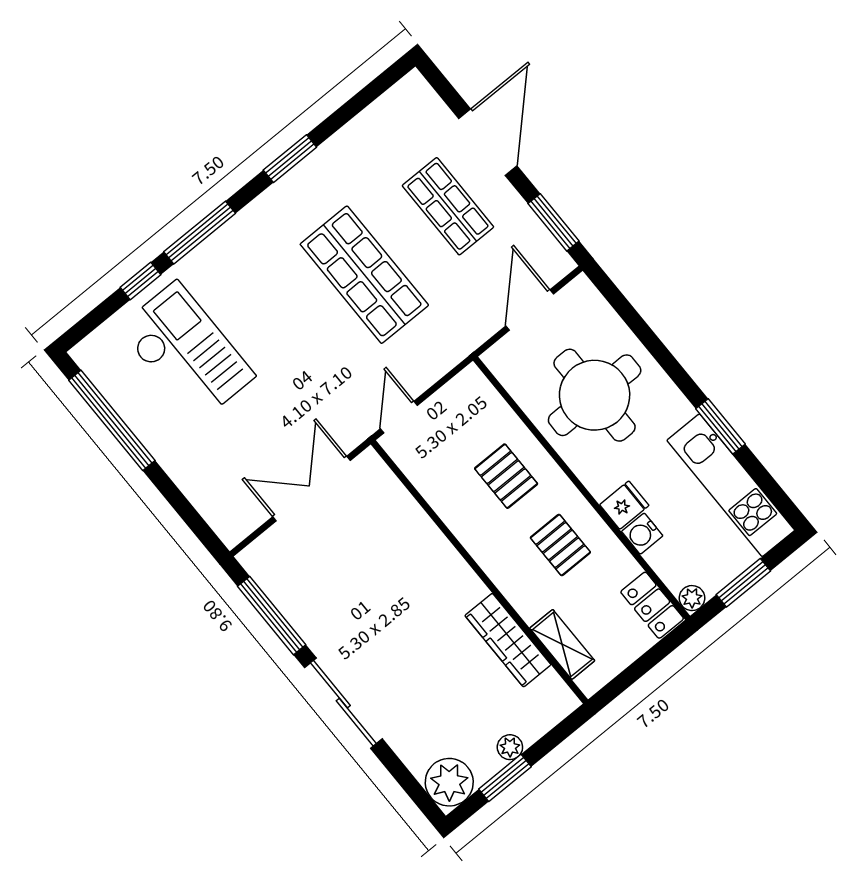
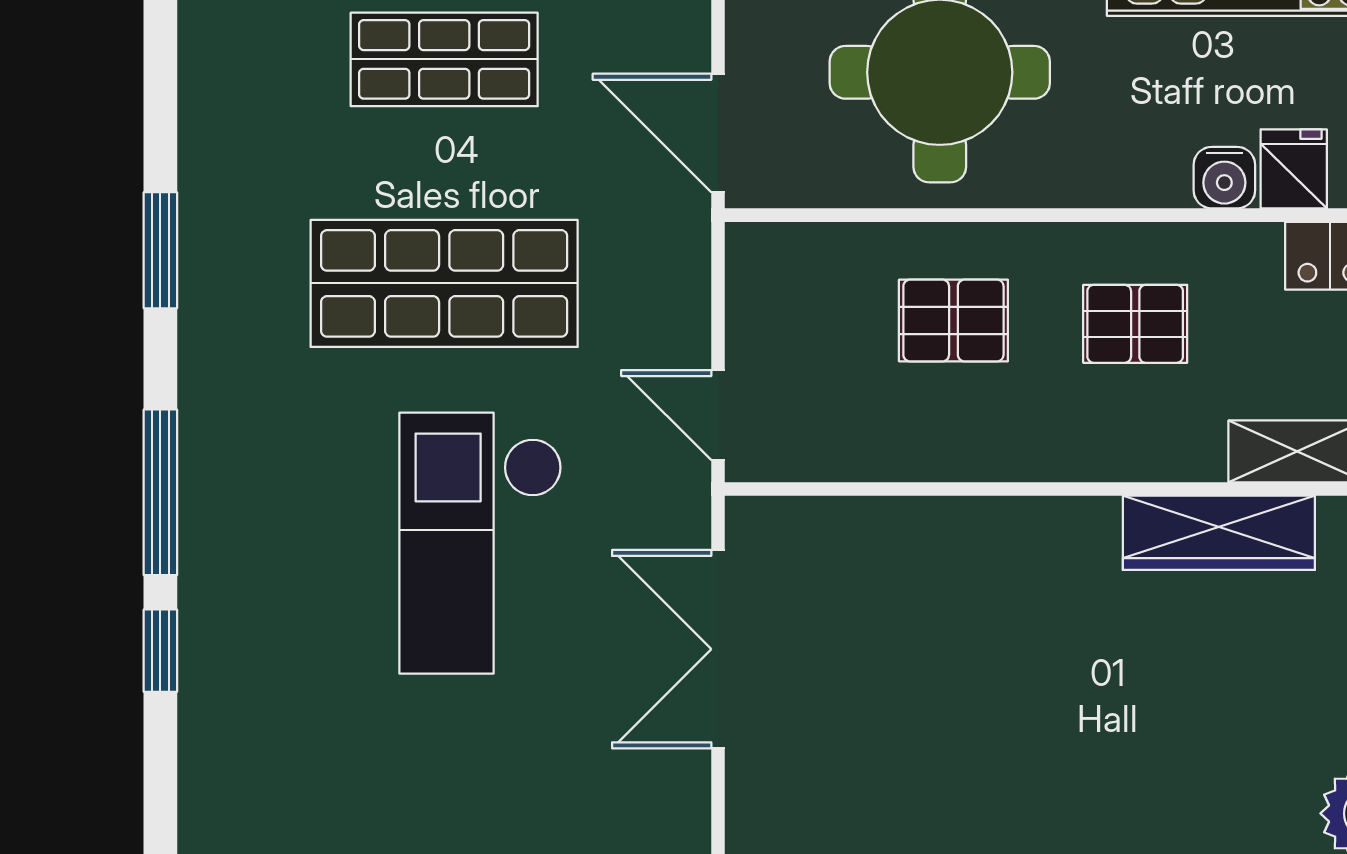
door: (530, 310) -> (718, 133), moved
checkout: (187, 352) -> (481, 543), moved, turned -90
fridge: (624, 505) -> (1294, 169), moved

